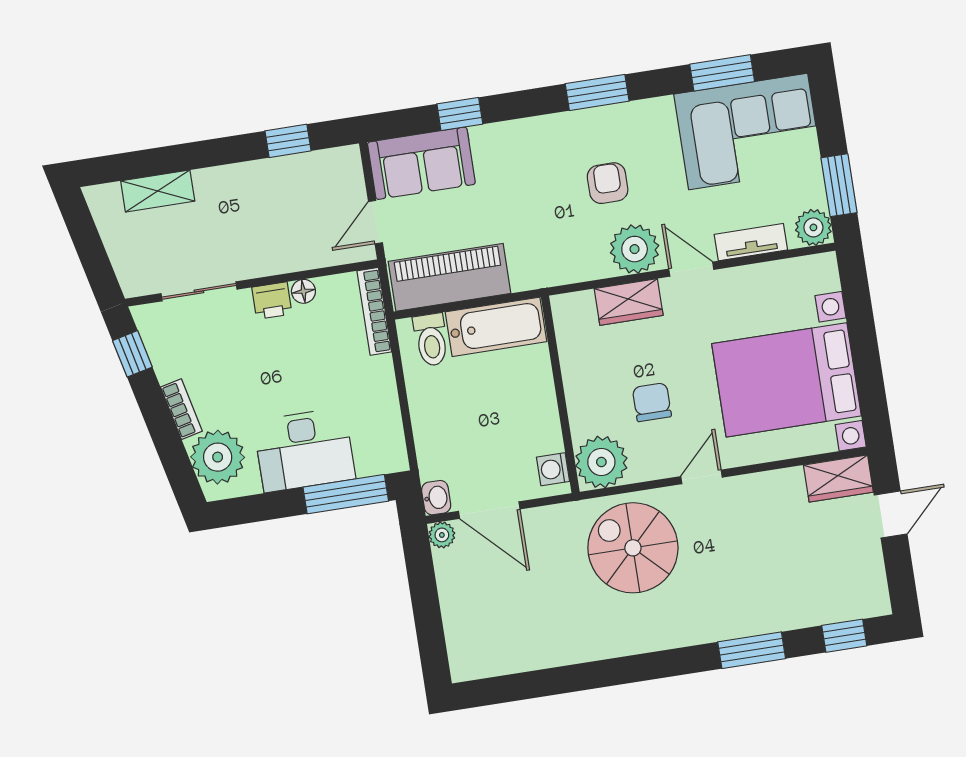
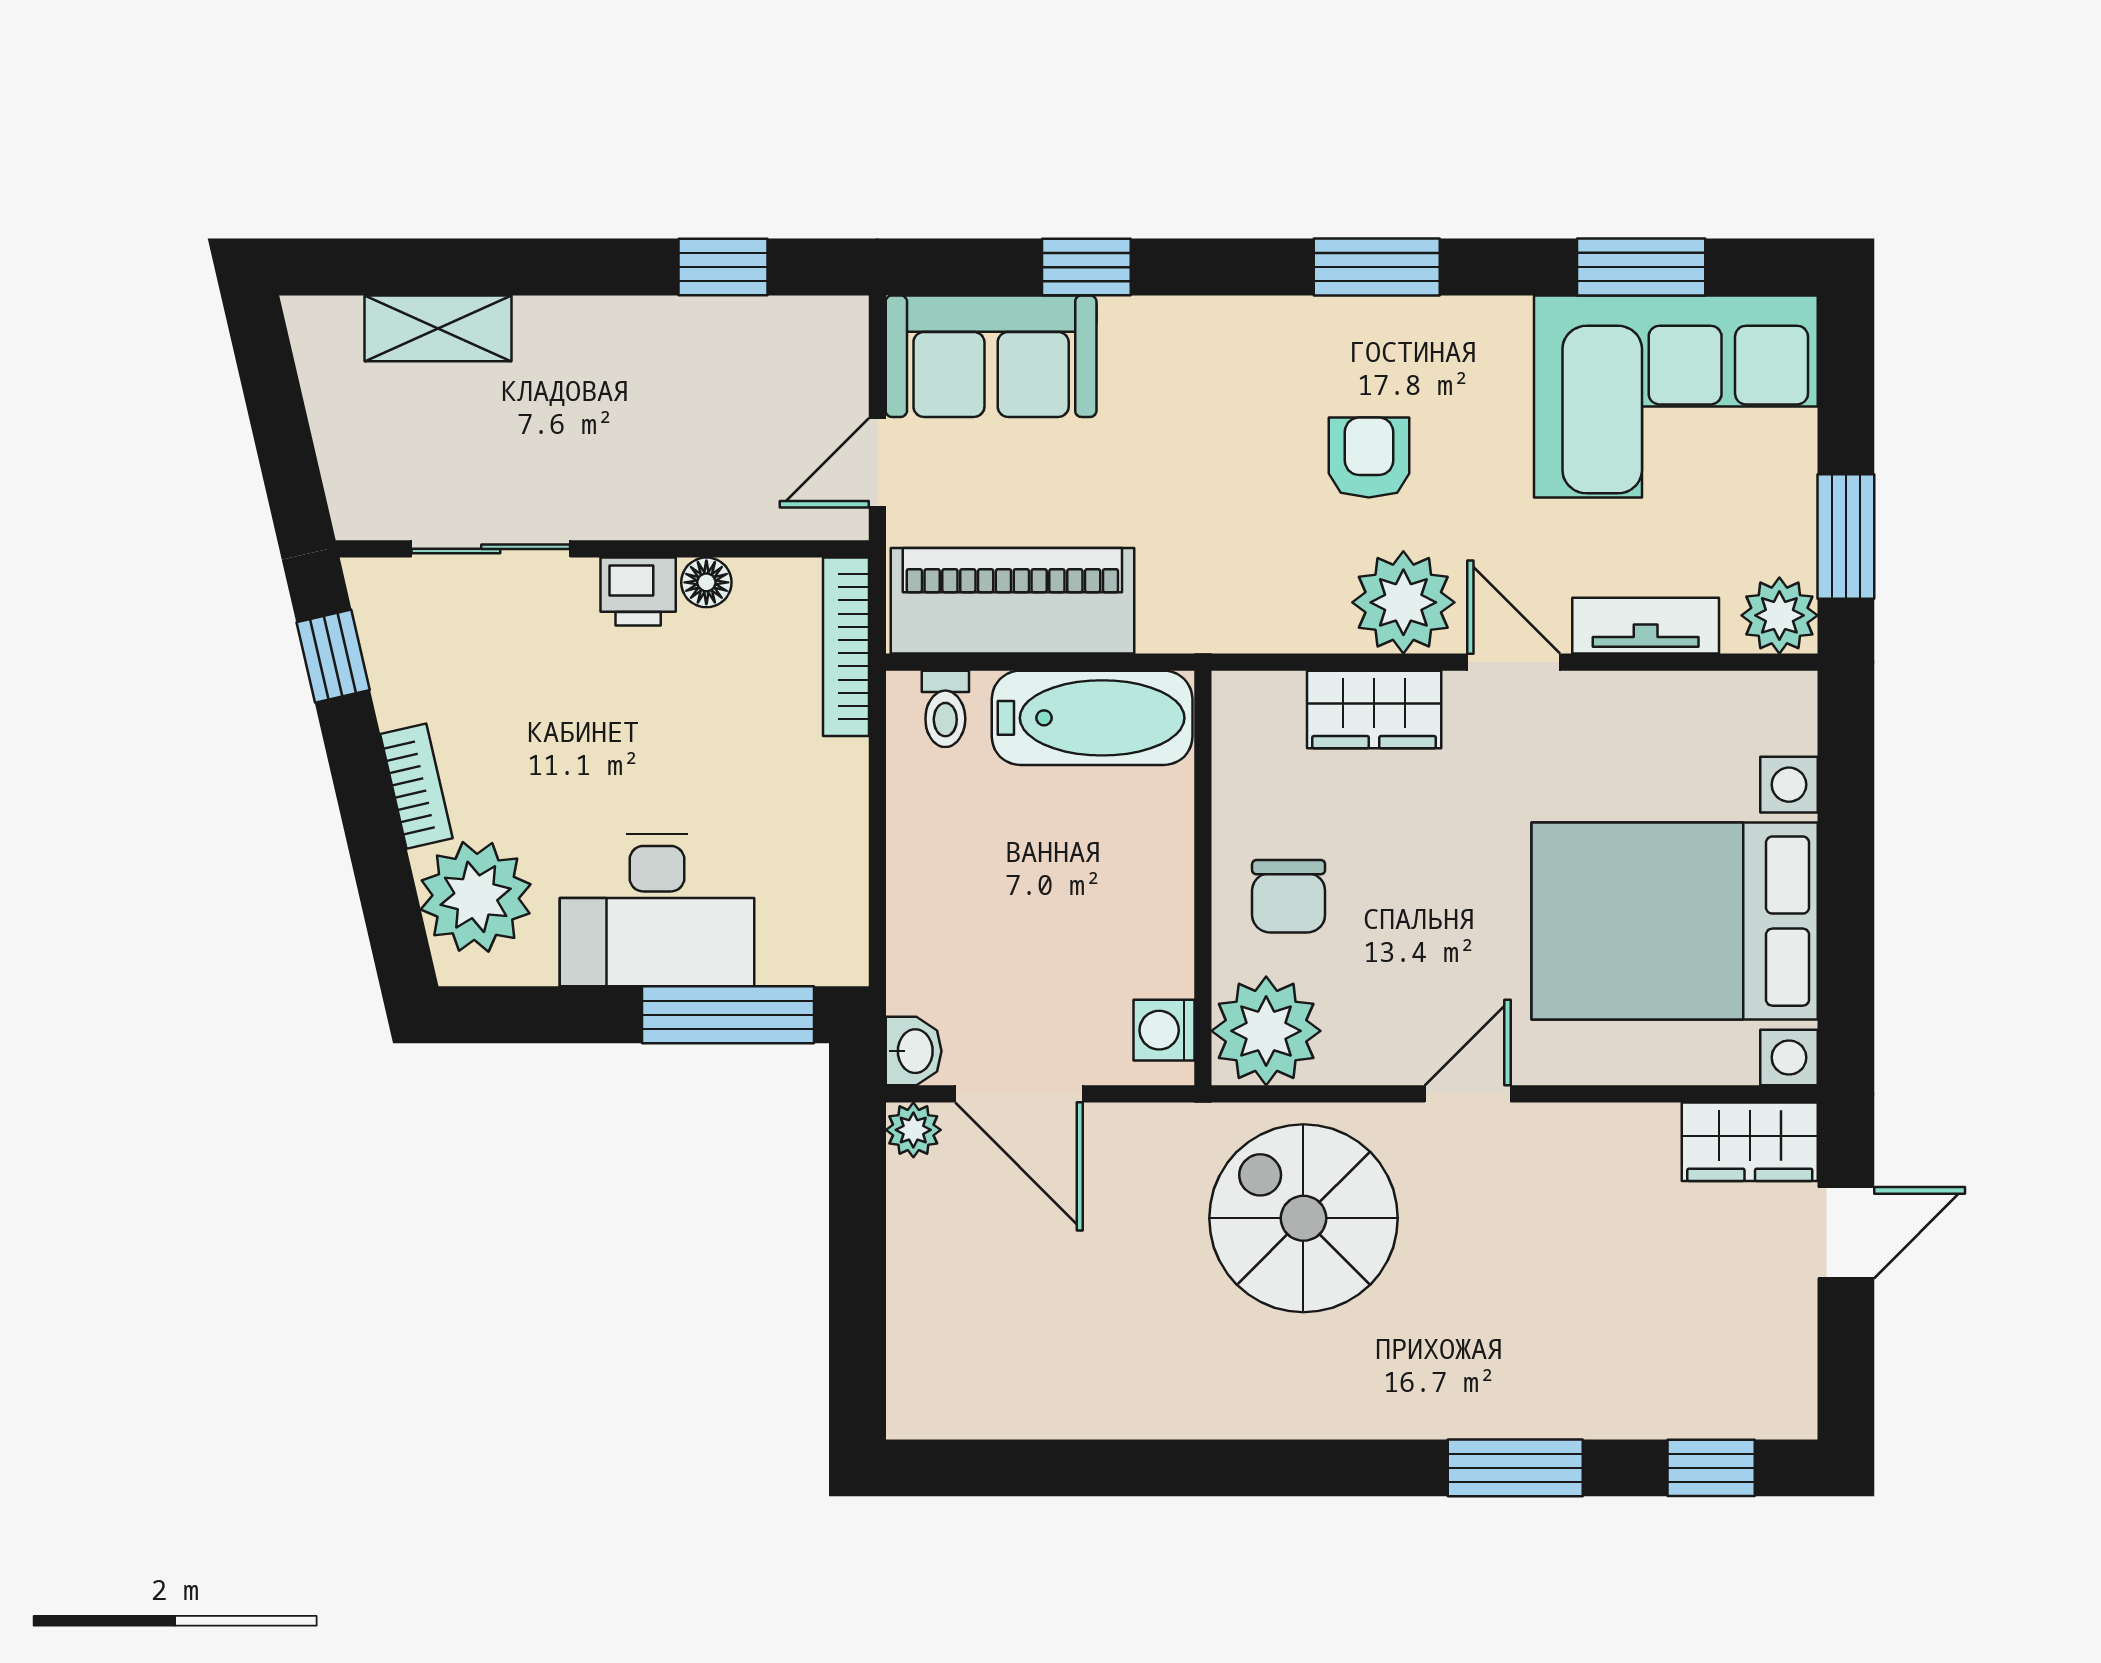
toilet: (431, 340) -> (945, 709), width x0.73, depth x0.72
chair: (652, 402) -> (1289, 896), moved, turned 180

